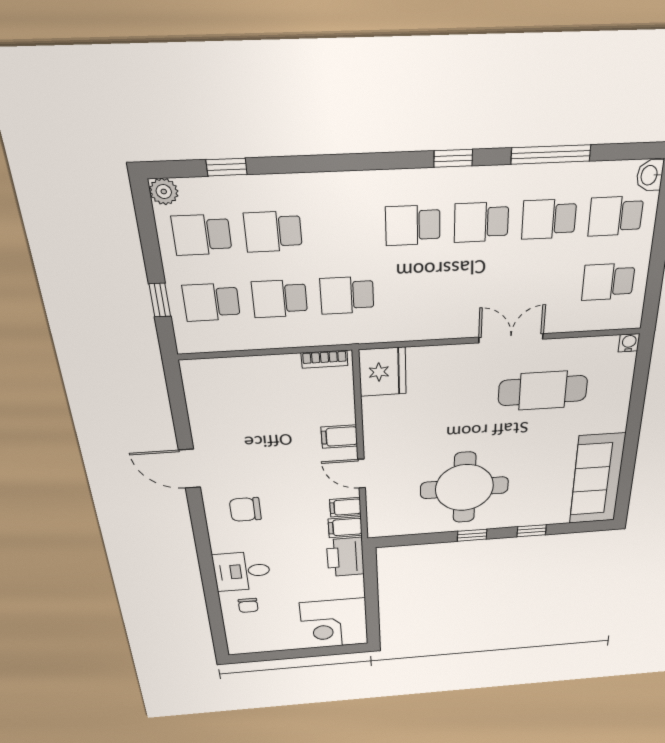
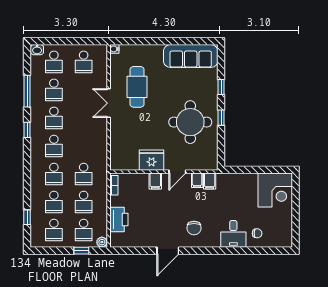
plant: (164, 192) -> (102, 242), moved
school desk: (343, 228) -> (54, 174), added
fridge: (383, 372) -> (151, 160), moved
printer: (345, 557) -> (119, 220), moved, turned -90

